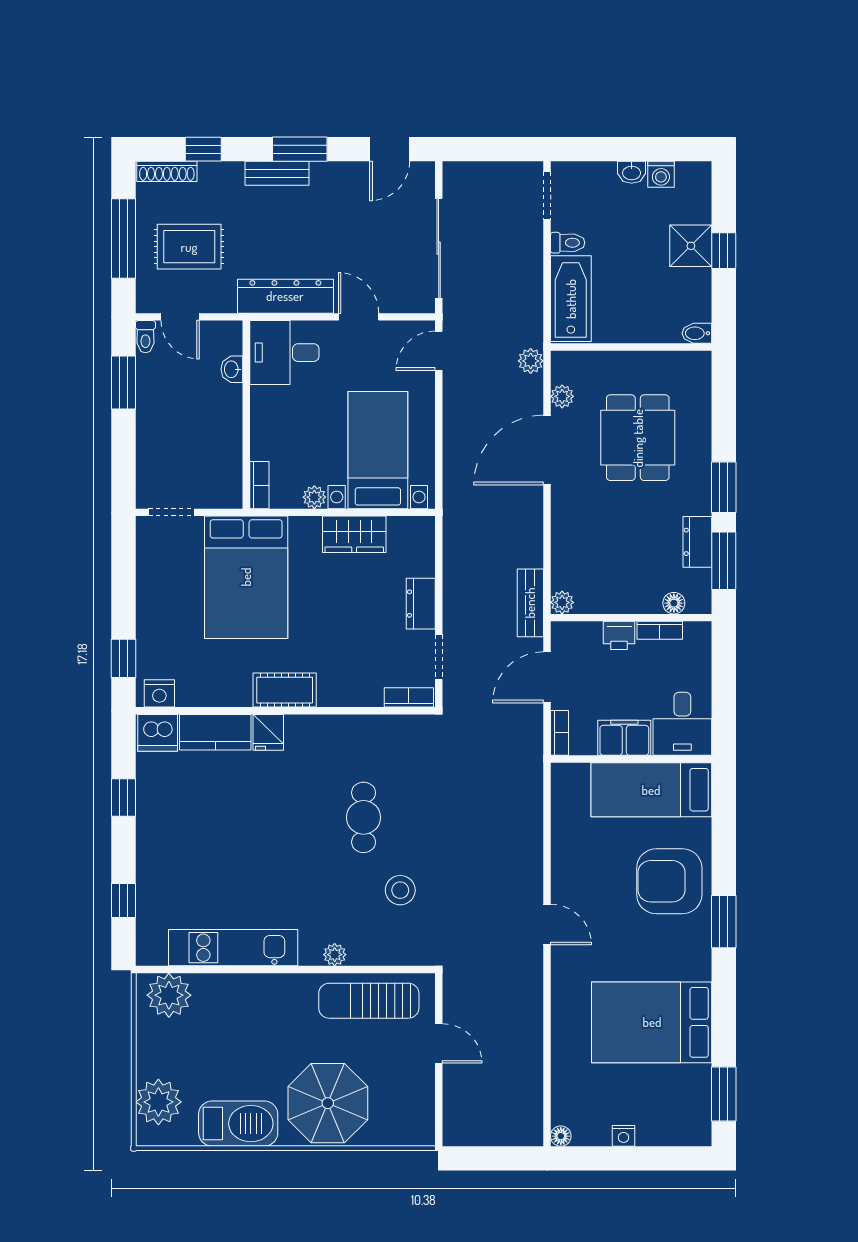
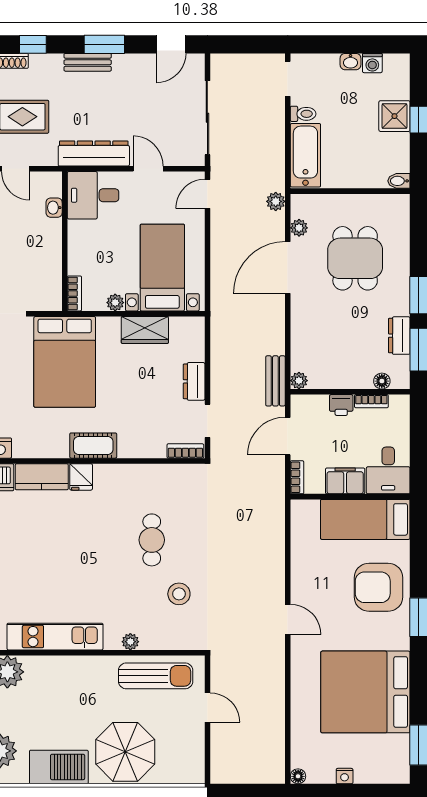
sun lounger: (369, 1001) -> (156, 676), turned 180
bed: (652, 1022) -> (365, 692), width x1.36

